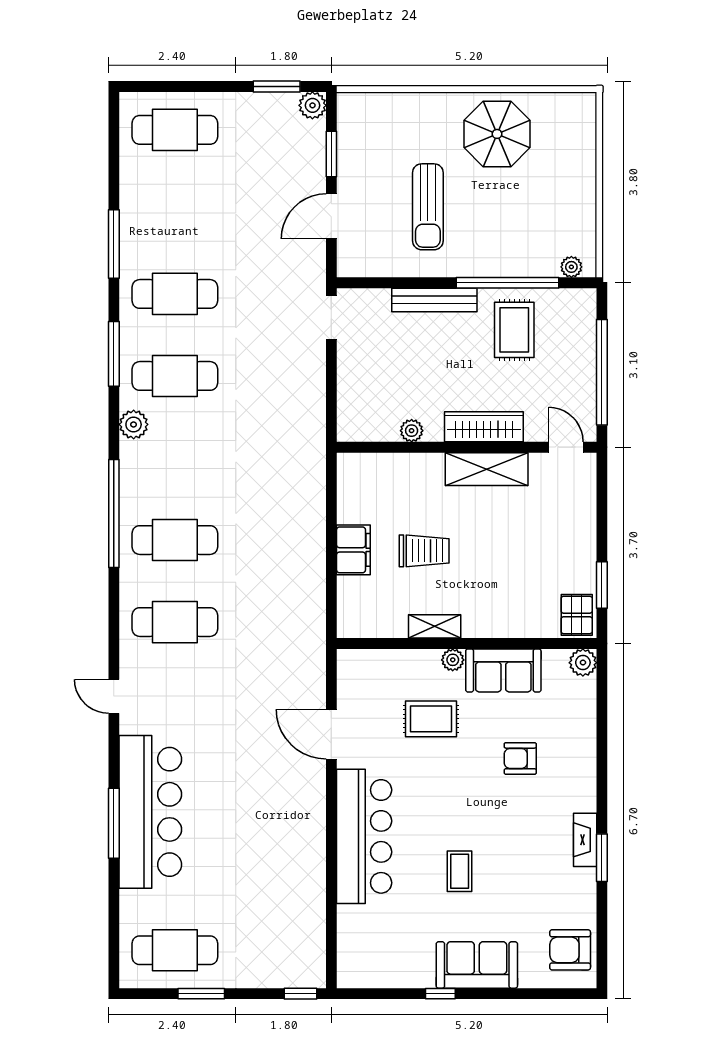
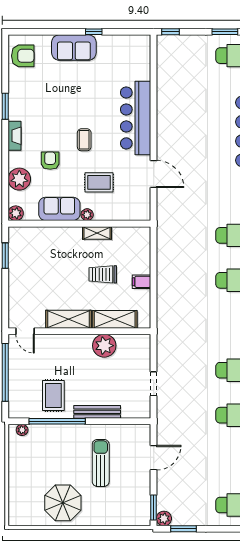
window: (331, 154) -> (154, 507), moved
doorway: (331, 317) -> (154, 384), moved
wardrobe: (484, 427) -> (70, 342), removed
plant: (412, 431) -> (104, 346), width x1.88, depth x1.88
shelving: (403, 469) -> (115, 319), added
filing cabinet: (353, 550) -> (142, 282), width x0.50
pallet: (577, 615) -> (19, 239), removed
plant: (576, 725) -> (19, 179), added
armchair: (520, 758) -> (50, 161), turned -90
fireplace: (585, 840) -> (15, 136), moved
coffee table: (460, 871) -> (84, 140), moved

